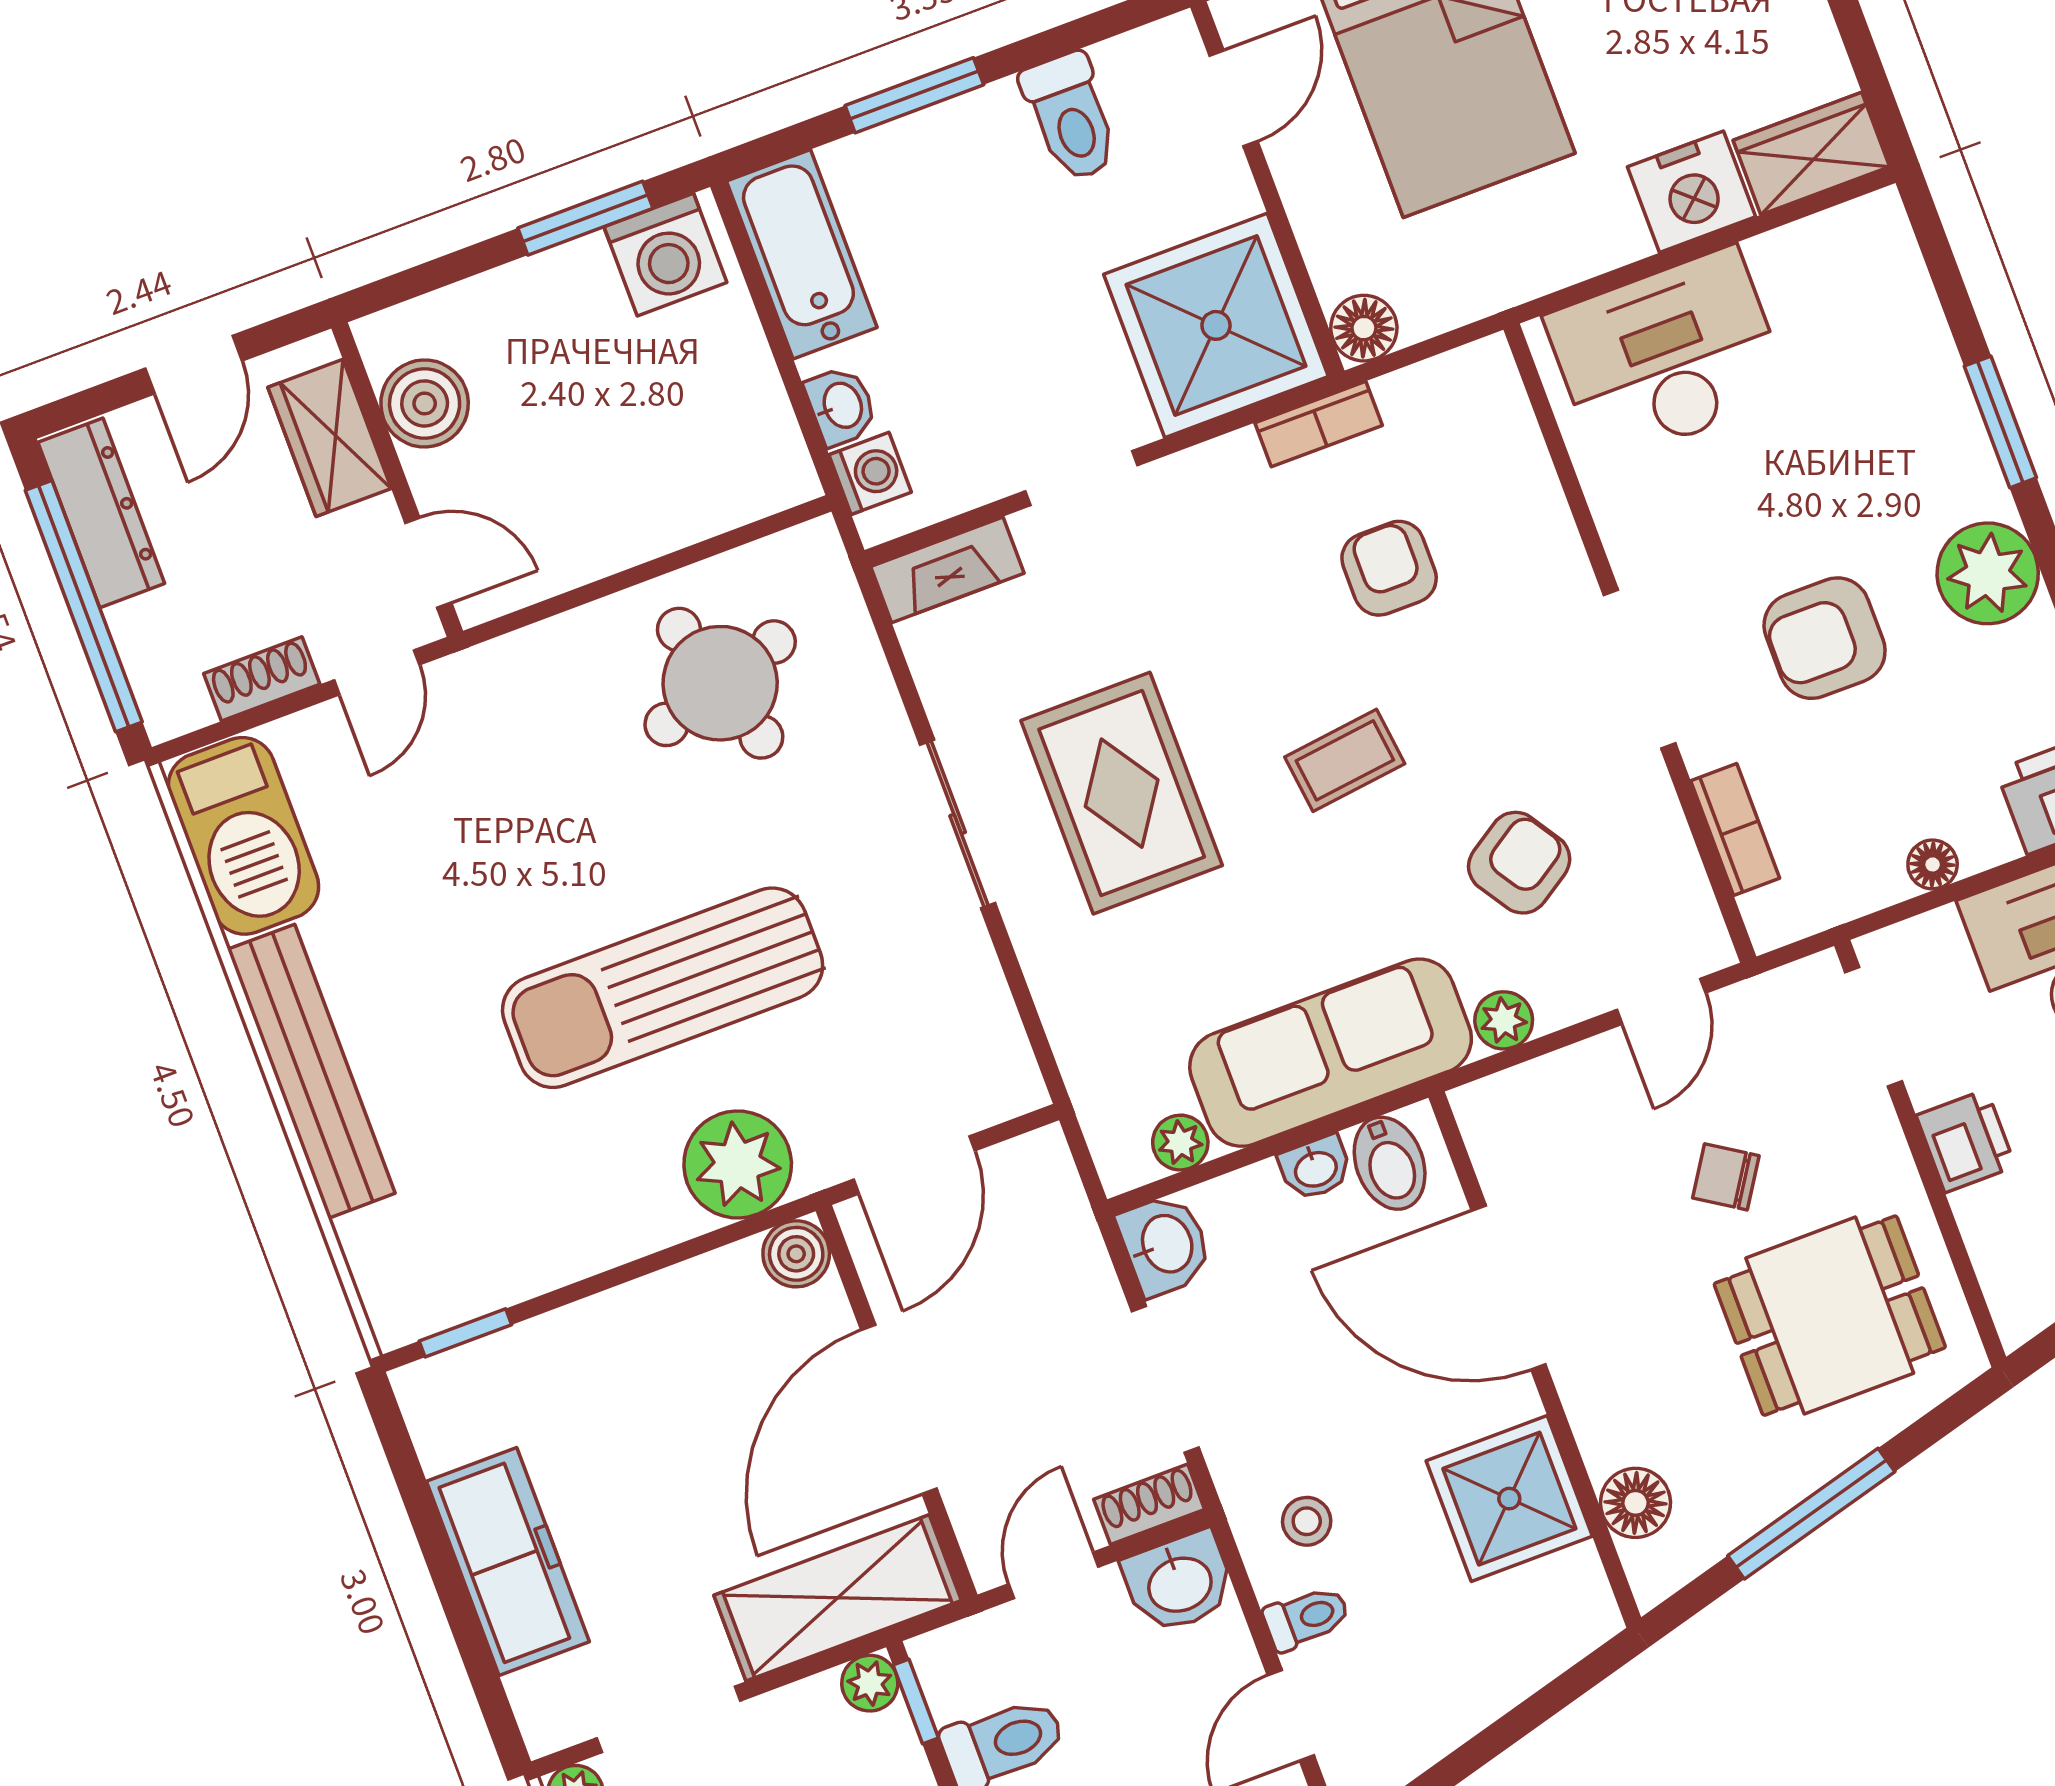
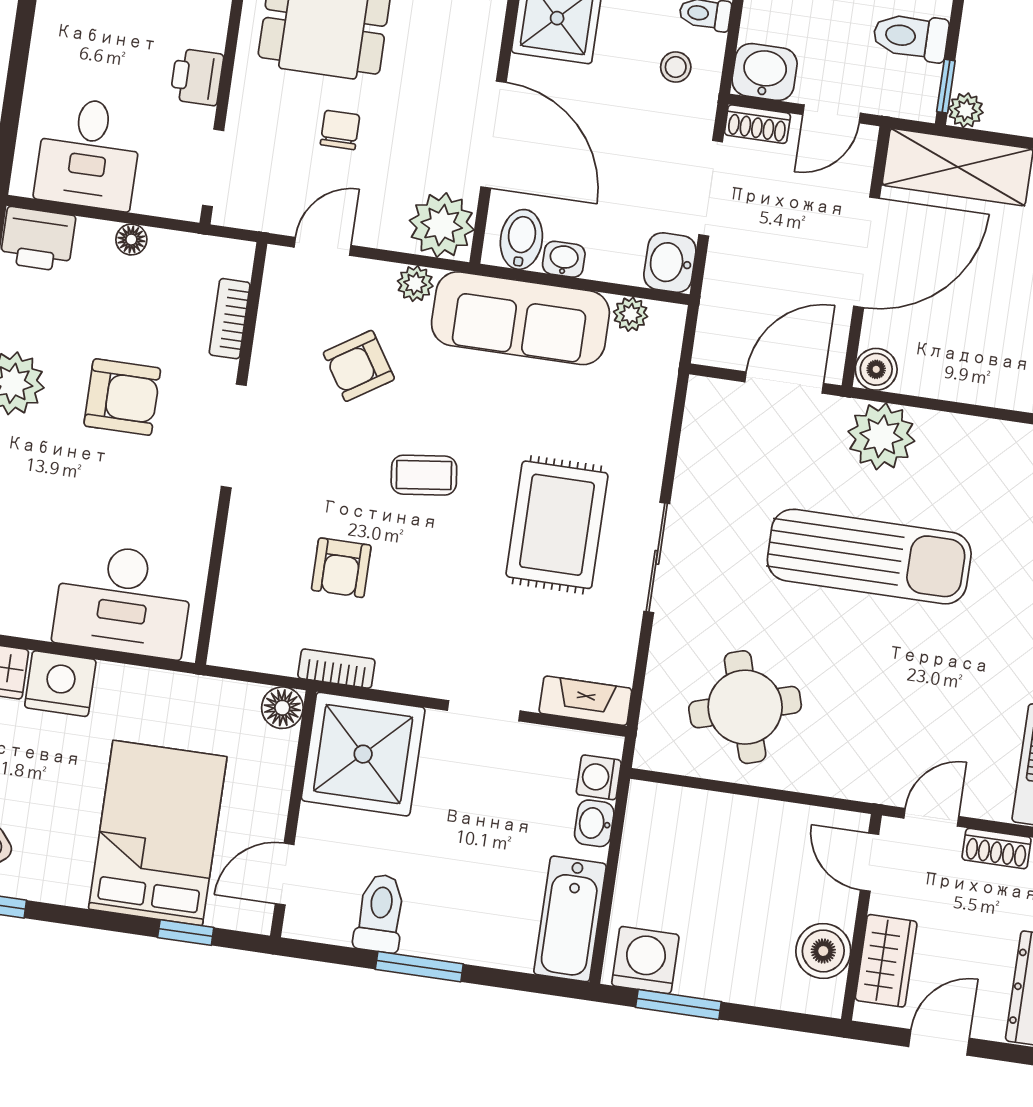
window: (914, 95) -> (419, 967), moved
plant: (1511, 1122) -> (442, 225), added
chair: (1726, 1177) -> (340, 130), turned -123

